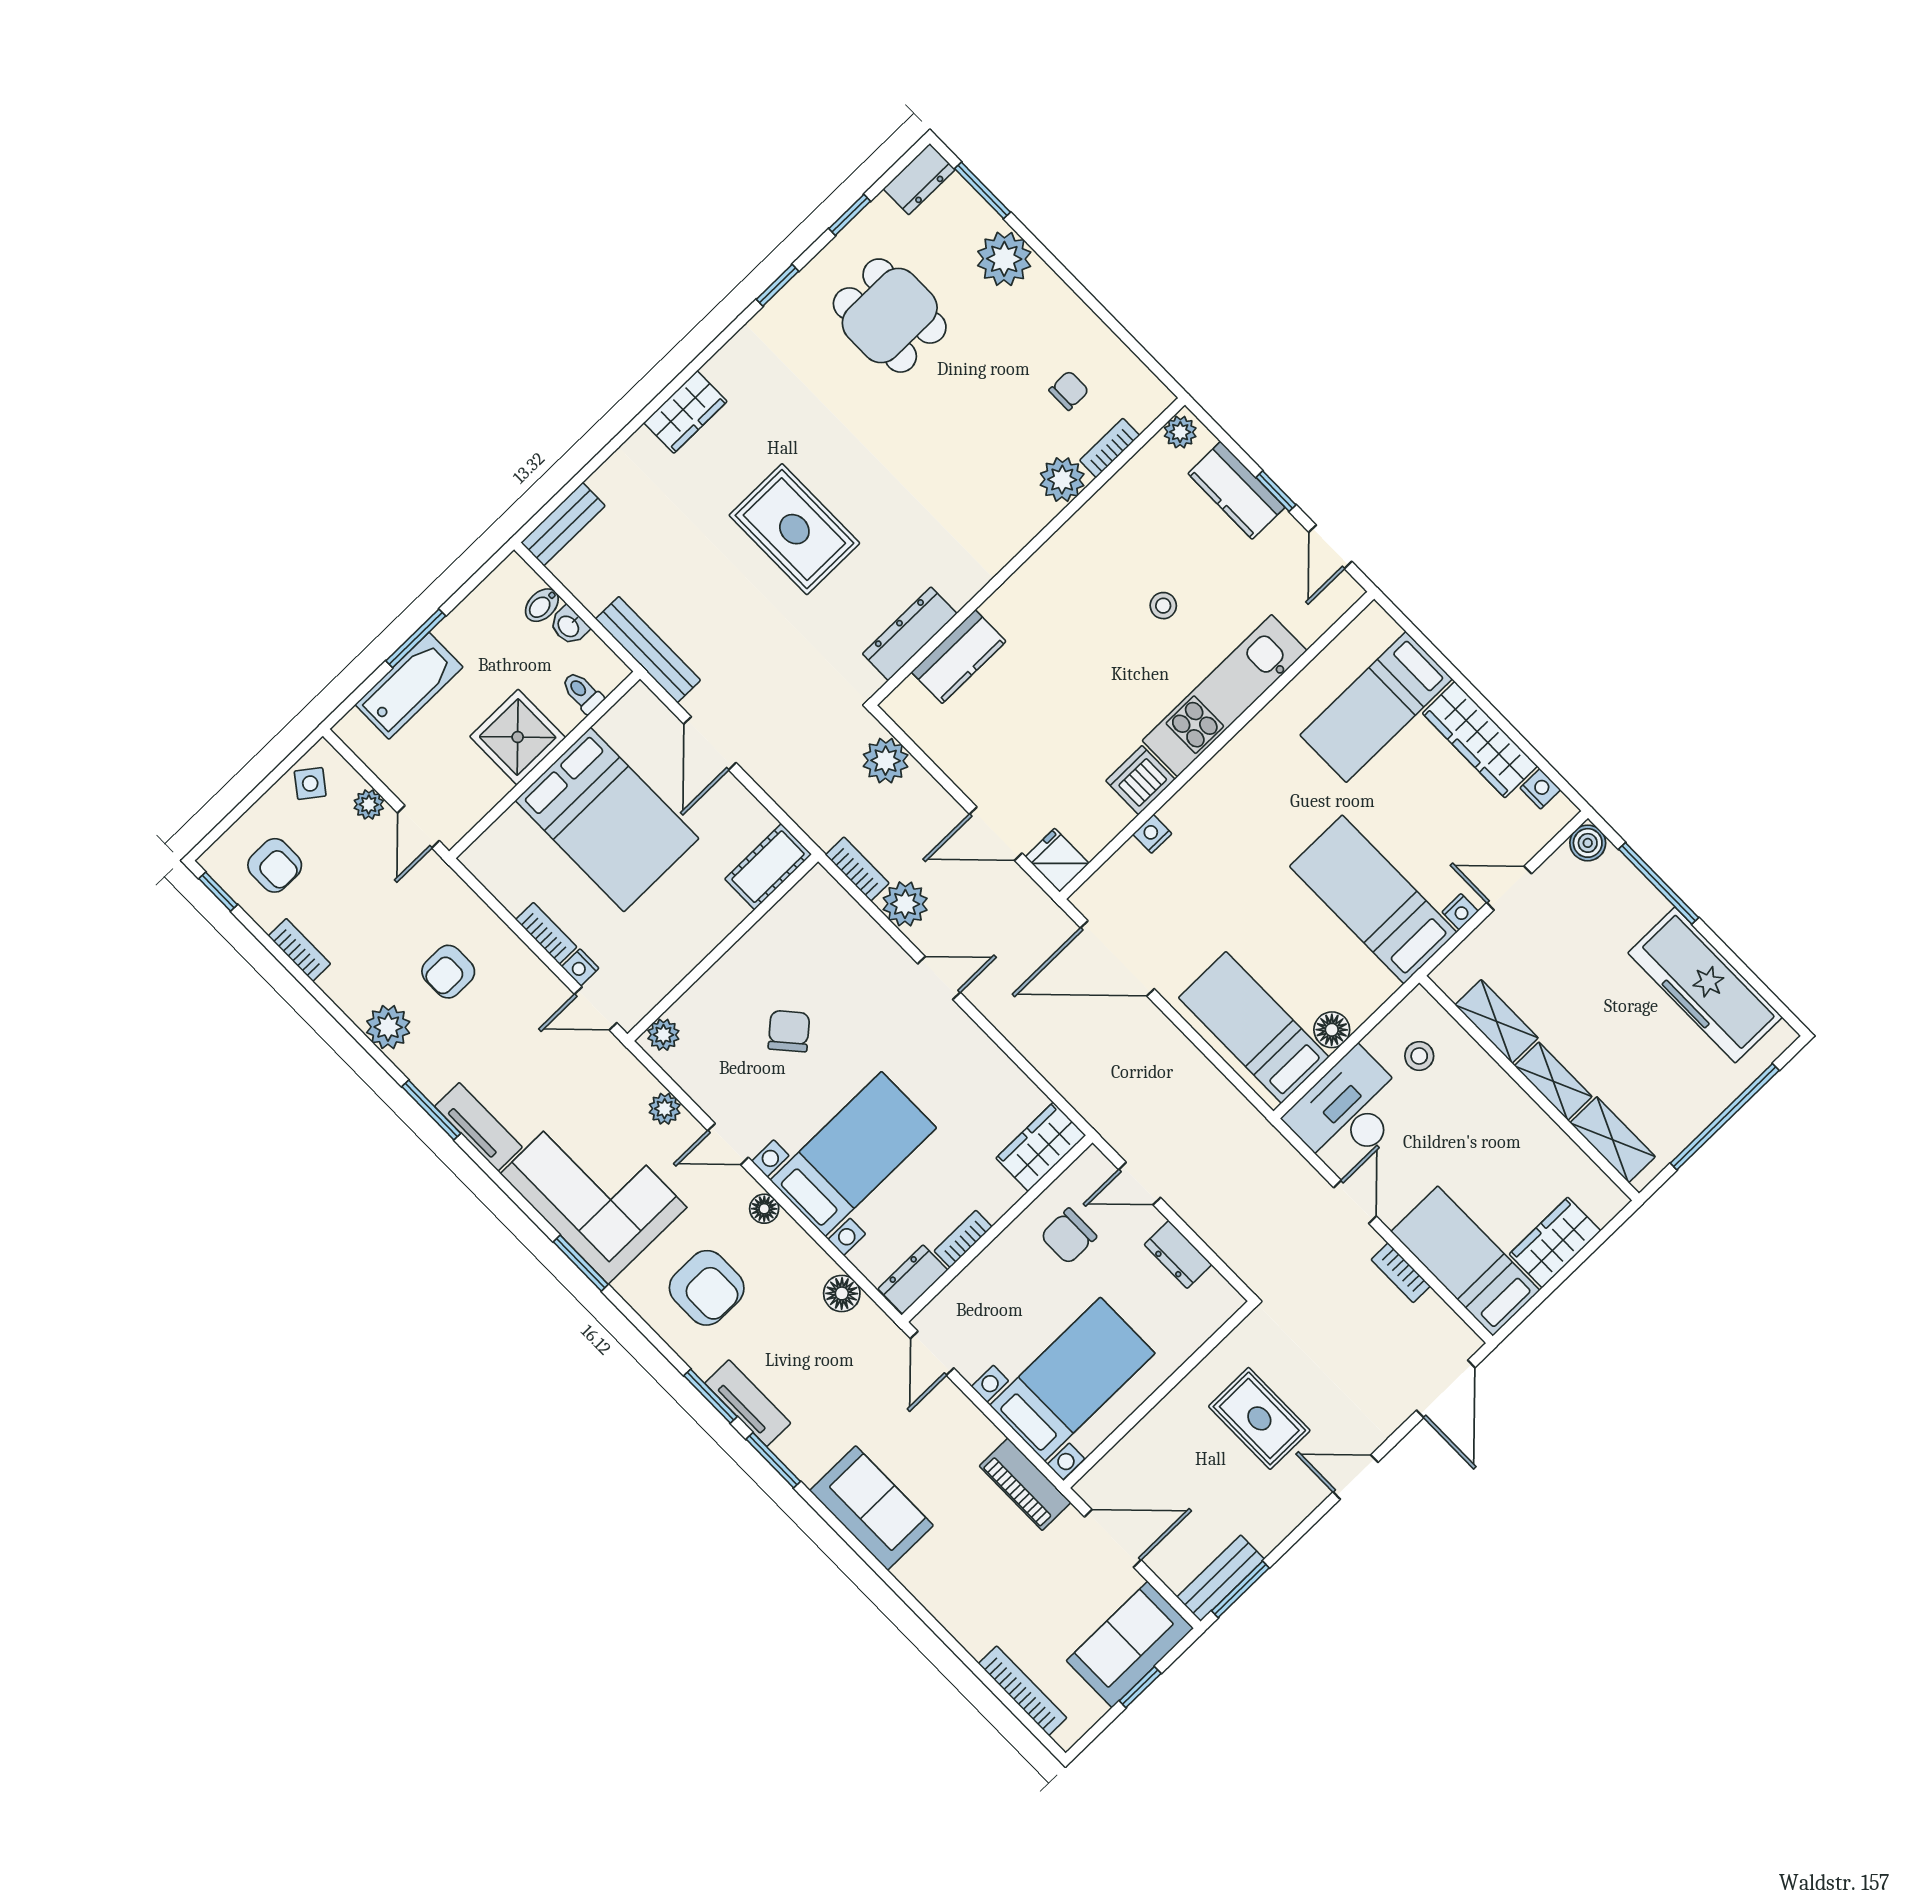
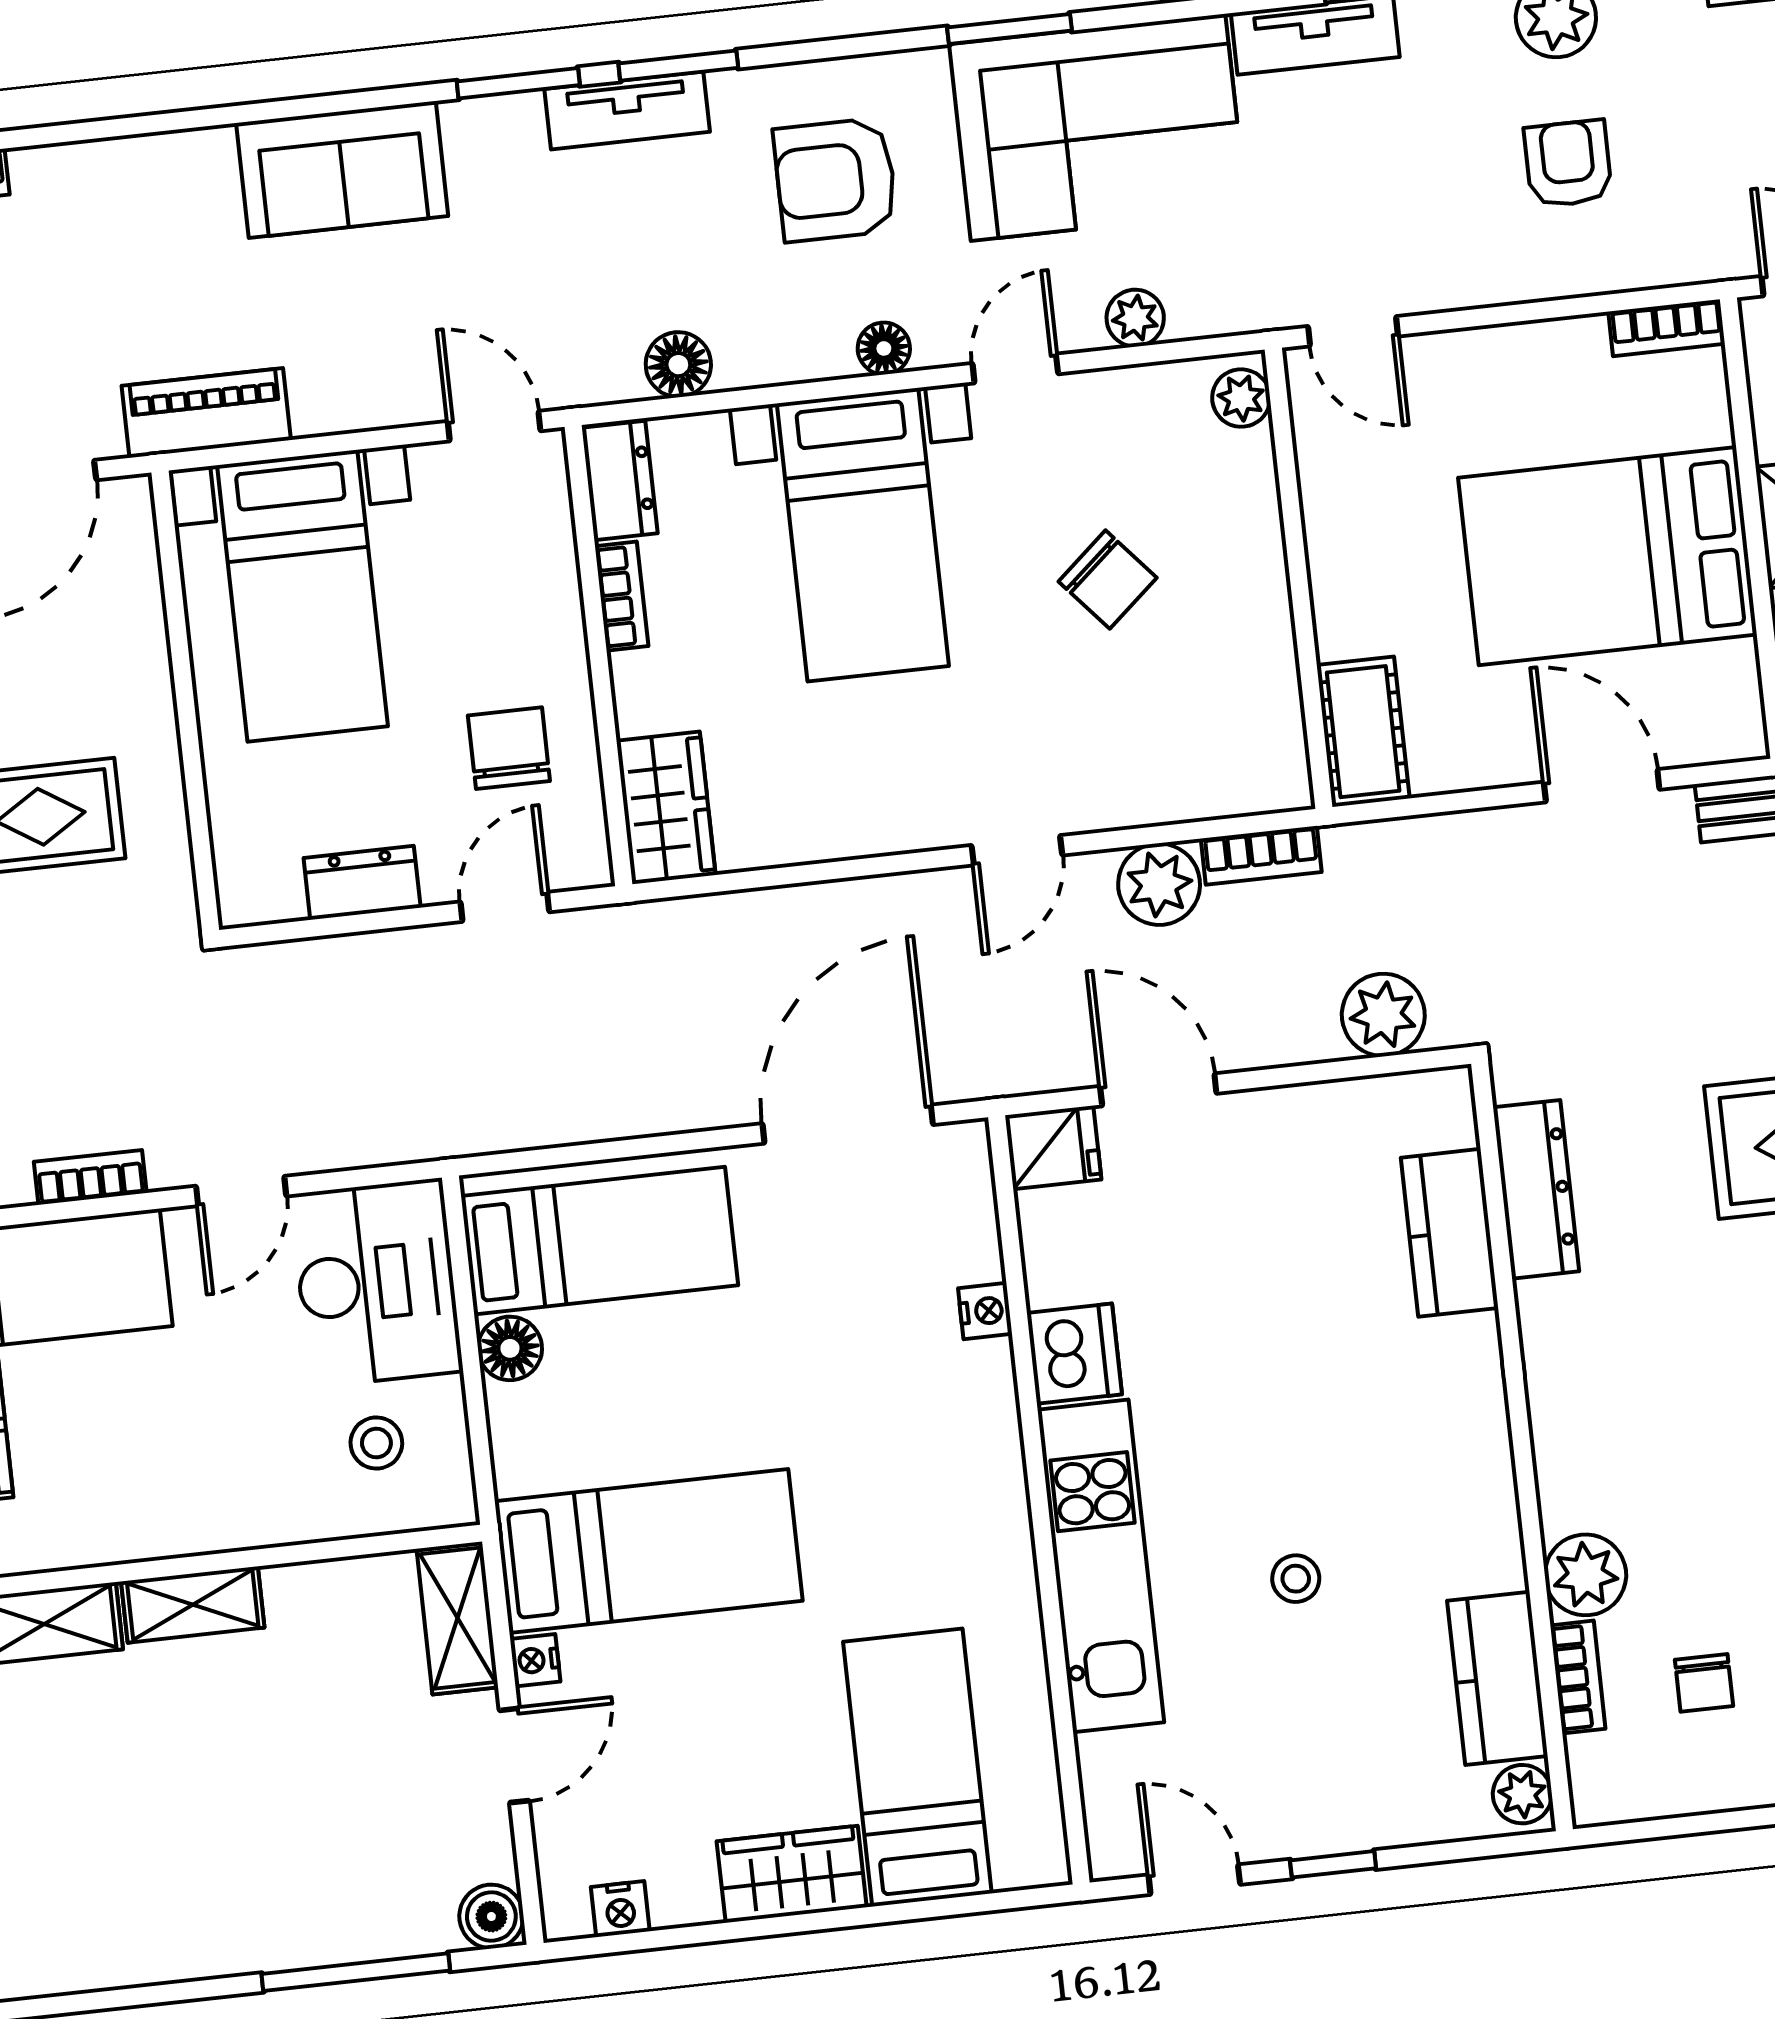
kitchen counter: (1236, 490) -> (1497, 1678), moved, turned -90
wardrobe: (1480, 740) -> (792, 1874), width x0.67
door: (996, 834) -> (1158, 1090), hinge flipped
bookcase: (546, 933) -> (1667, 328), moved
nightstand: (580, 967) -> (1428, 355), removed
freezer: (1705, 985) -> (161, 1925), removed
door: (596, 1009) -> (1353, 331), swing flipped
shelving: (1497, 1021) -> (457, 1618), moved, turned 90
door: (1355, 1202) -> (241, 1191), hinge flipped

